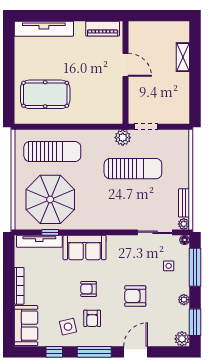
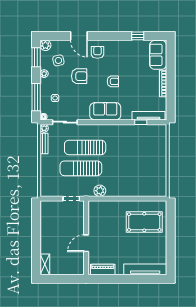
shelving: (183, 57) -> (45, 264), moved
door: (125, 65) -> (86, 243), hinge flipped
plant: (123, 138) -> (100, 191), moved
sun lounger: (52, 152) -> (85, 147), moved
parasol: (50, 199) -> (141, 146), removed
sofa: (85, 247) -> (105, 111), moved
armchair: (92, 318) -> (97, 52), moved
side table: (68, 327) -> (58, 60), moved
window: (94, 352) -> (109, 36), removed
door: (136, 352) -> (79, 36), hinge flipped

